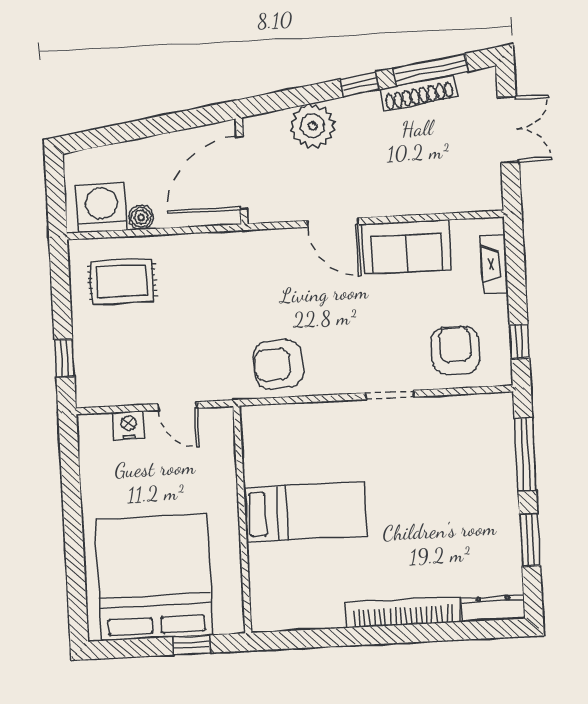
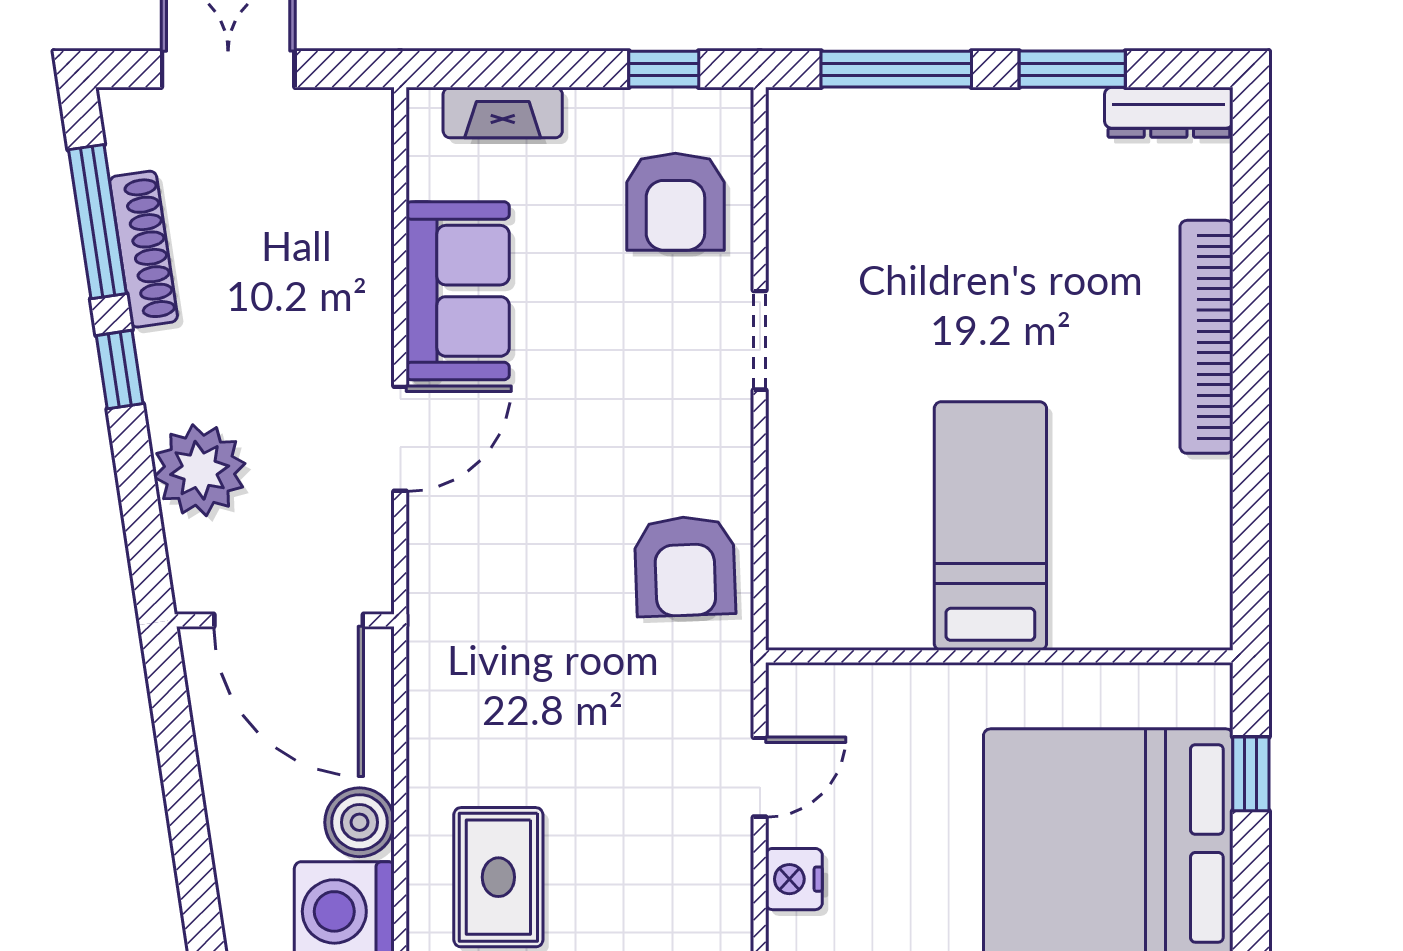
boiler: (141, 217) -> (359, 822), width x1.36, depth x1.36
armchair: (455, 350) -> (675, 202), turned -90
dresser: (493, 608) -> (1169, 112), moved, turned -90

